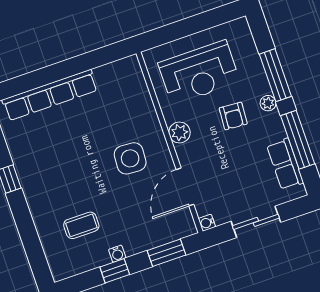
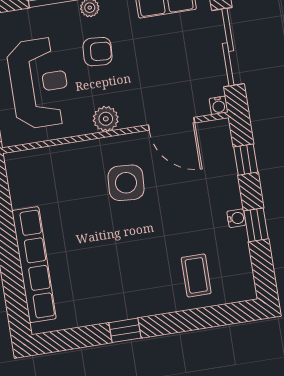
sliding door: (256, 222) -> (228, 47), width x1.37
coffee table: (81, 225) -> (196, 275), moved
window: (167, 253) -> (246, 160), width x0.67

